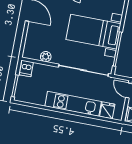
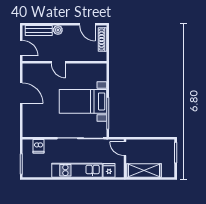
plant: (46, 57) -> (44, 132), removed
dishwasher: (26, 68) -> (39, 146), moved

